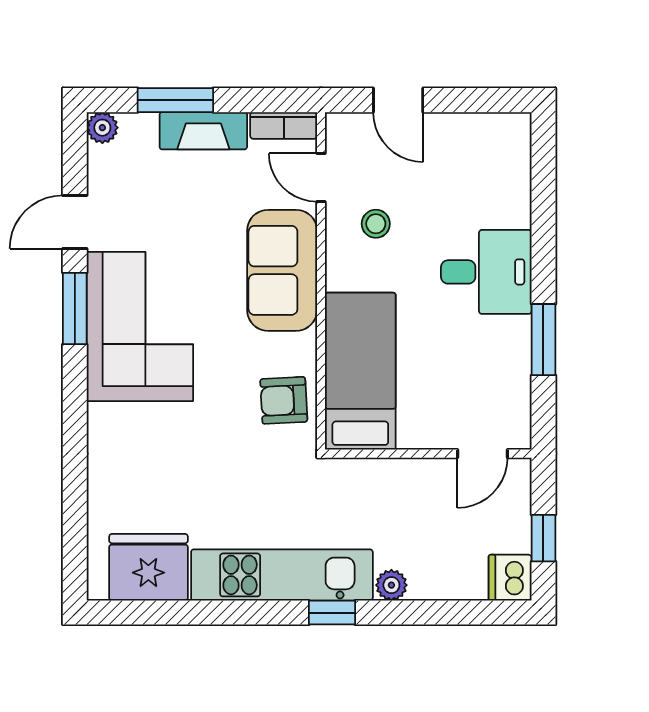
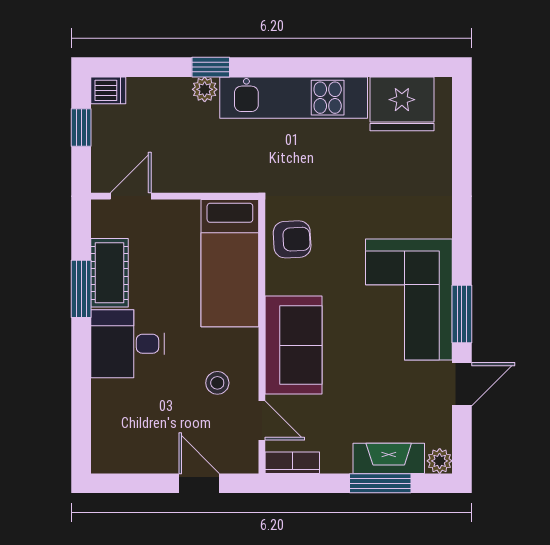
fireplace: (203, 131) -> (389, 458), moved
cot: (509, 359) -> (109, 273), added
dishwasher: (510, 578) -> (108, 90), width x0.73
window: (332, 613) -> (211, 67), moved

